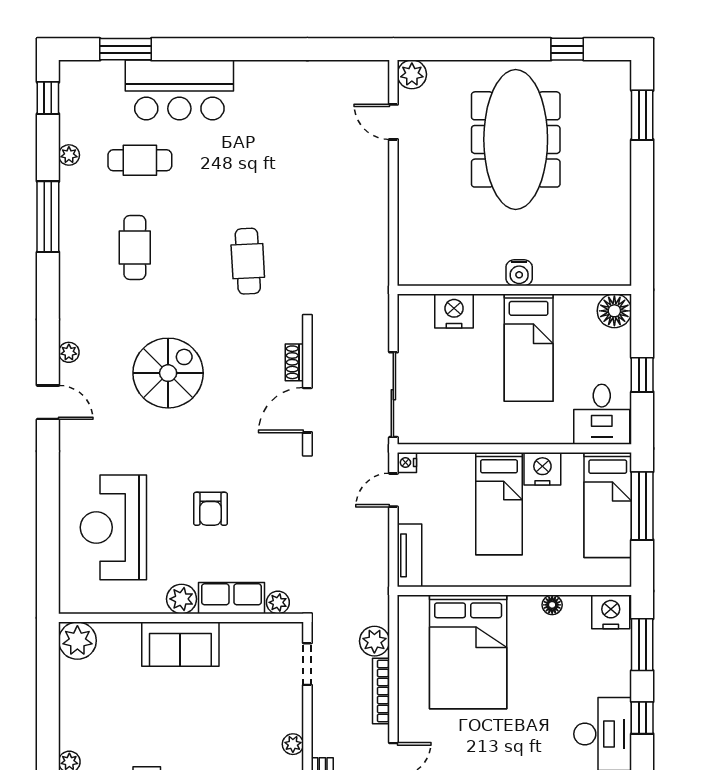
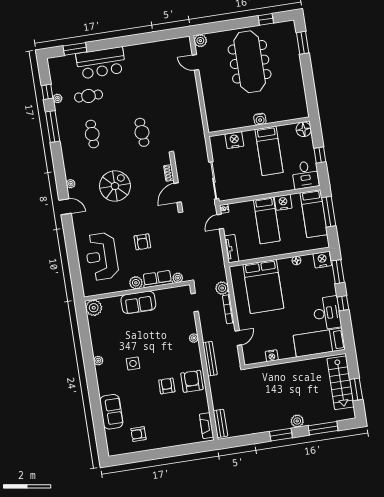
window: (48, 98) -> (47, 92), moved

